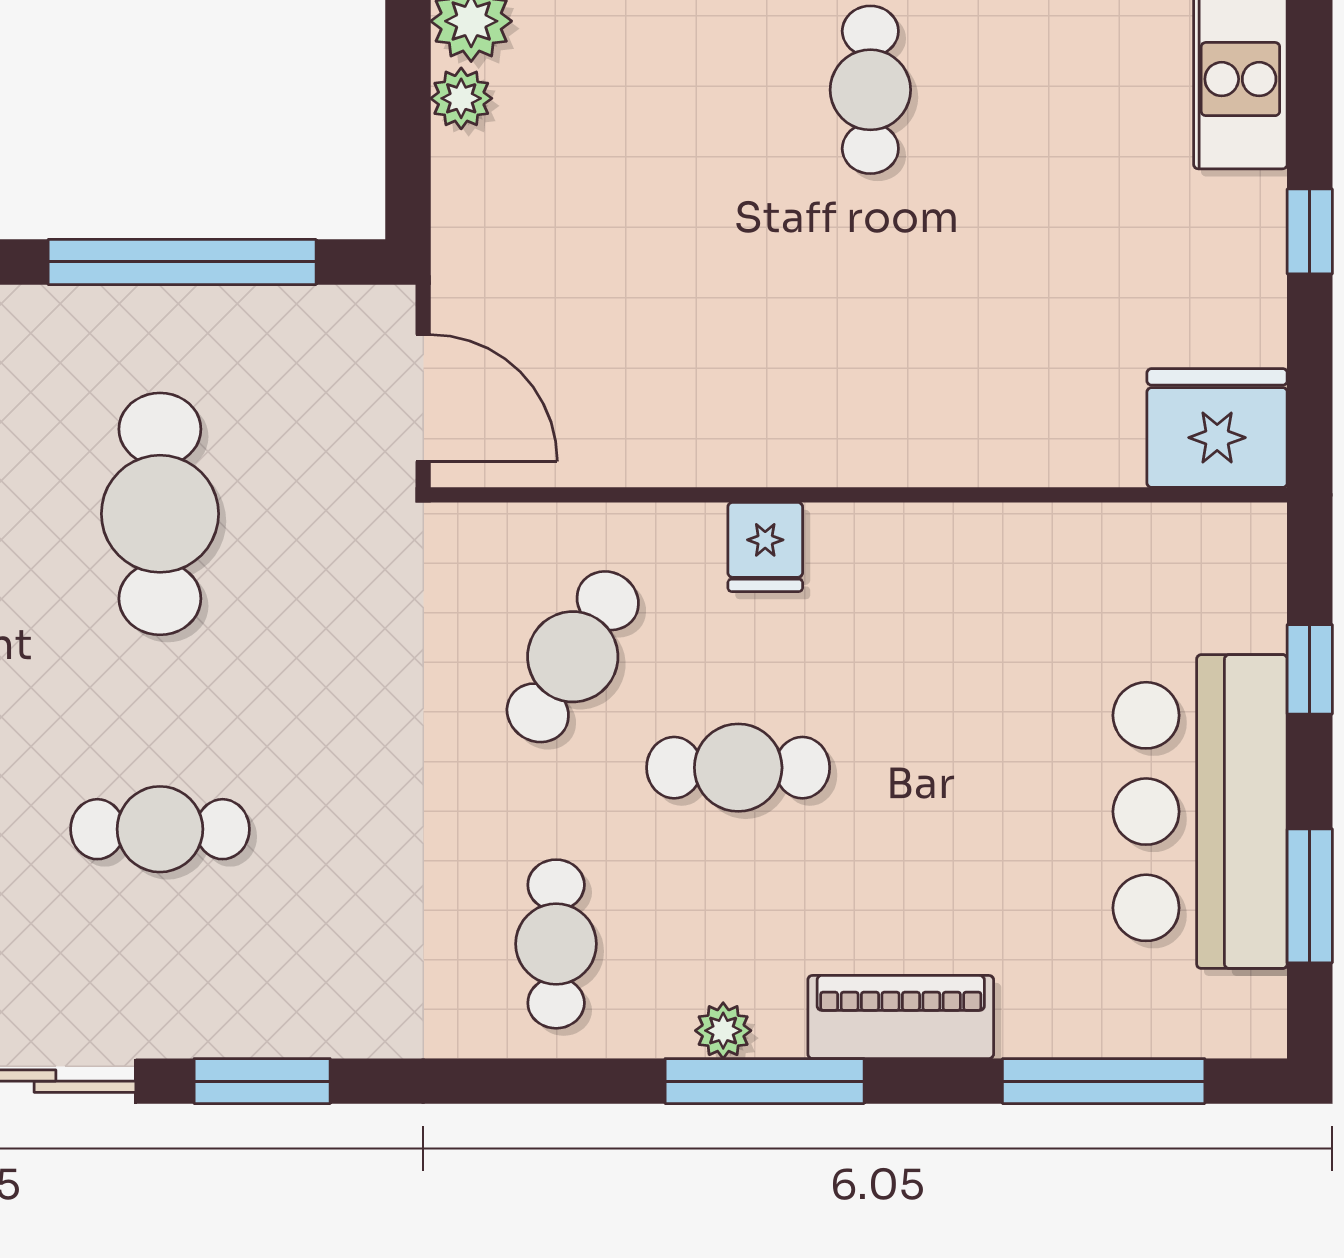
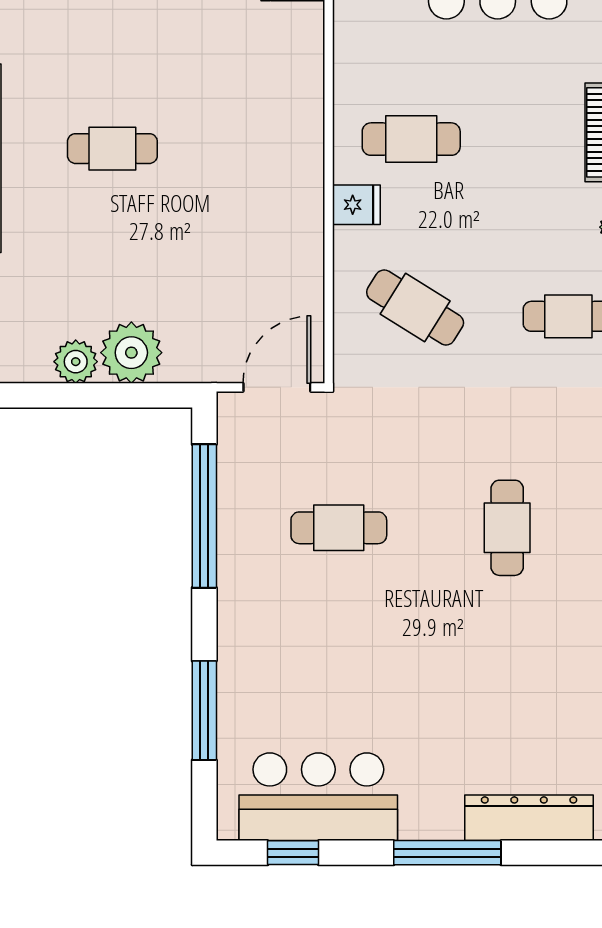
plant: (461, 98) -> (131, 353), width x1.88, depth x1.88
cafe table: (160, 514) -> (339, 528), width x0.73, depth x0.74
cafe table: (738, 768) -> (411, 139), moved, turned 90

